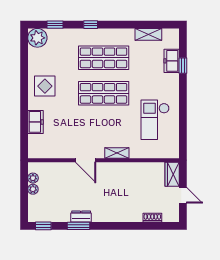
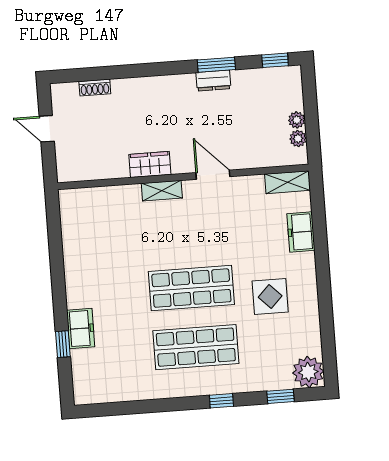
shelving: (148, 34) -> (288, 182), moved
freezer: (172, 61) -> (81, 328), moved
display table: (45, 86) -> (270, 296), moved
checkout: (155, 120) -> (102, 251), removed
wardrobe: (172, 174) -> (150, 164), moved, turned -90

